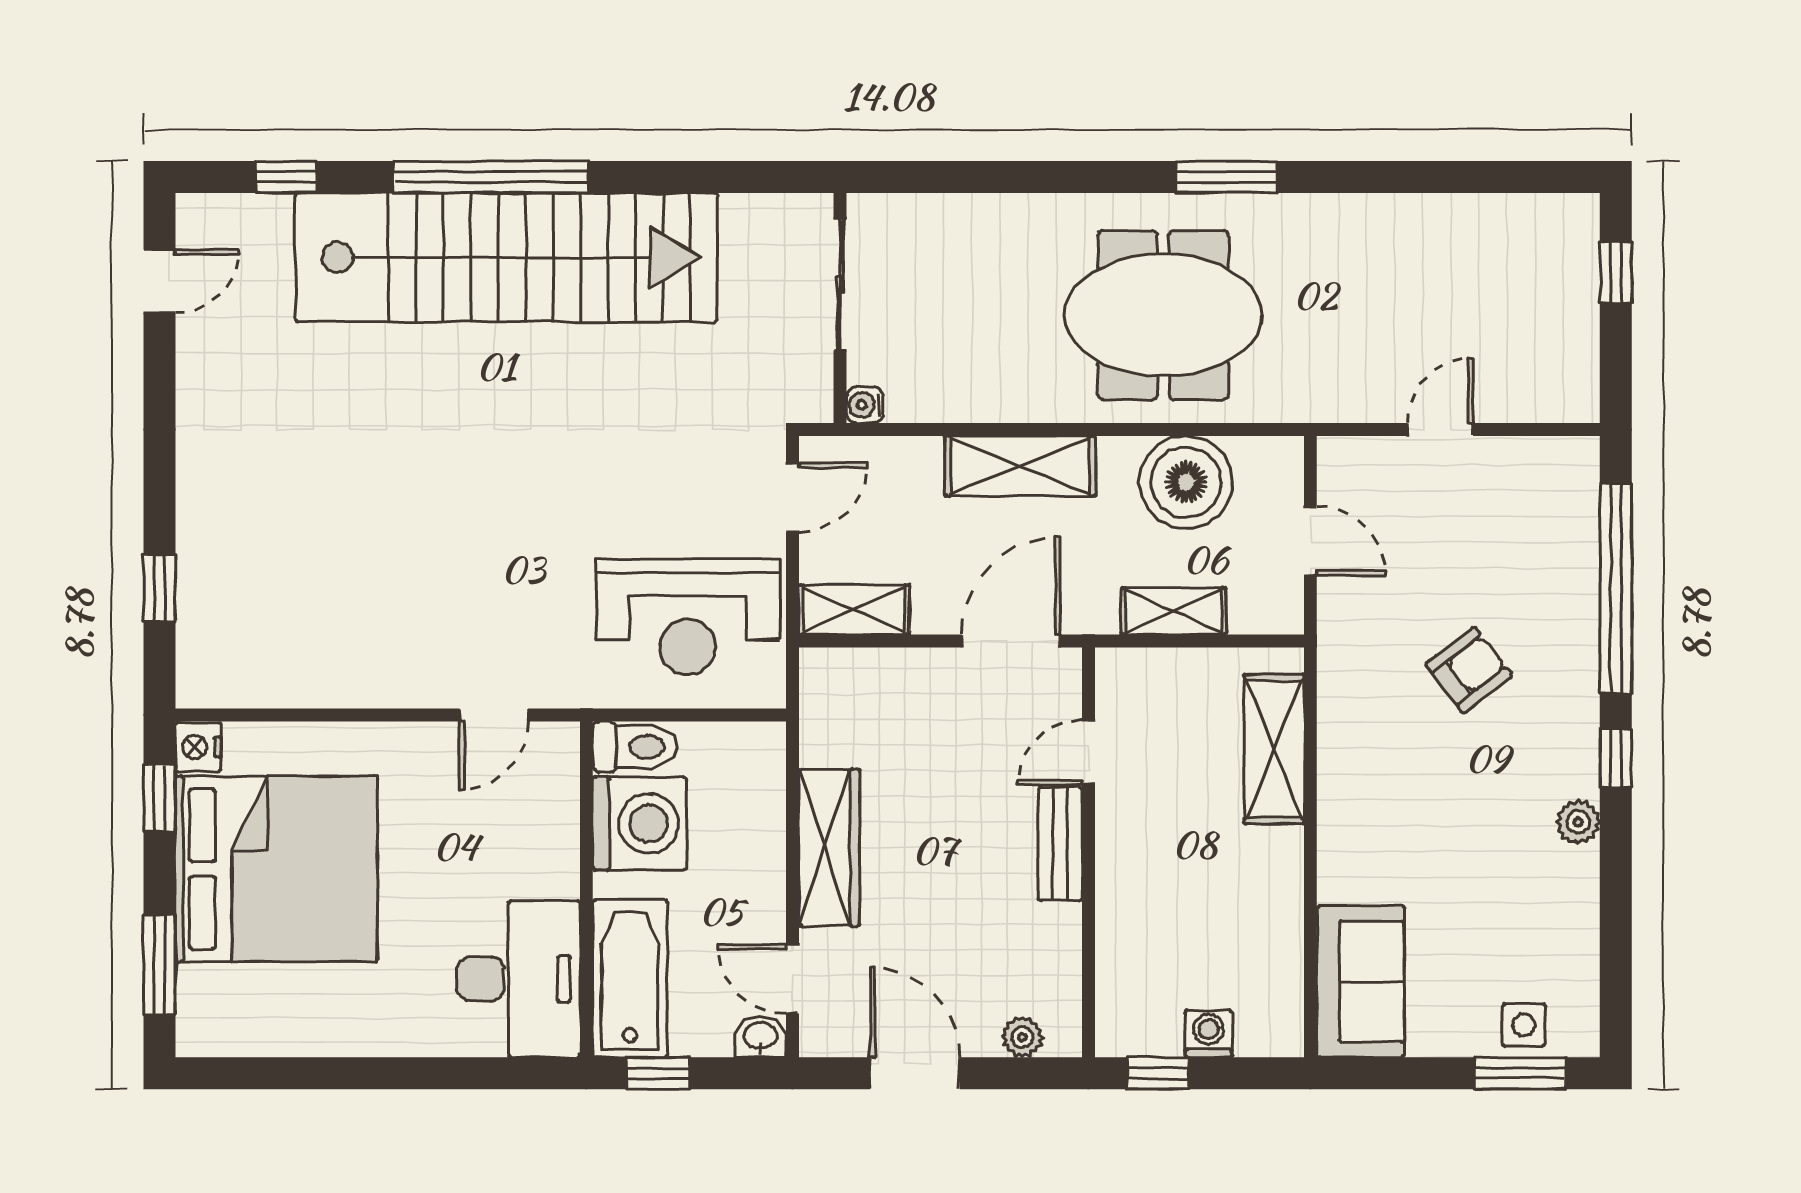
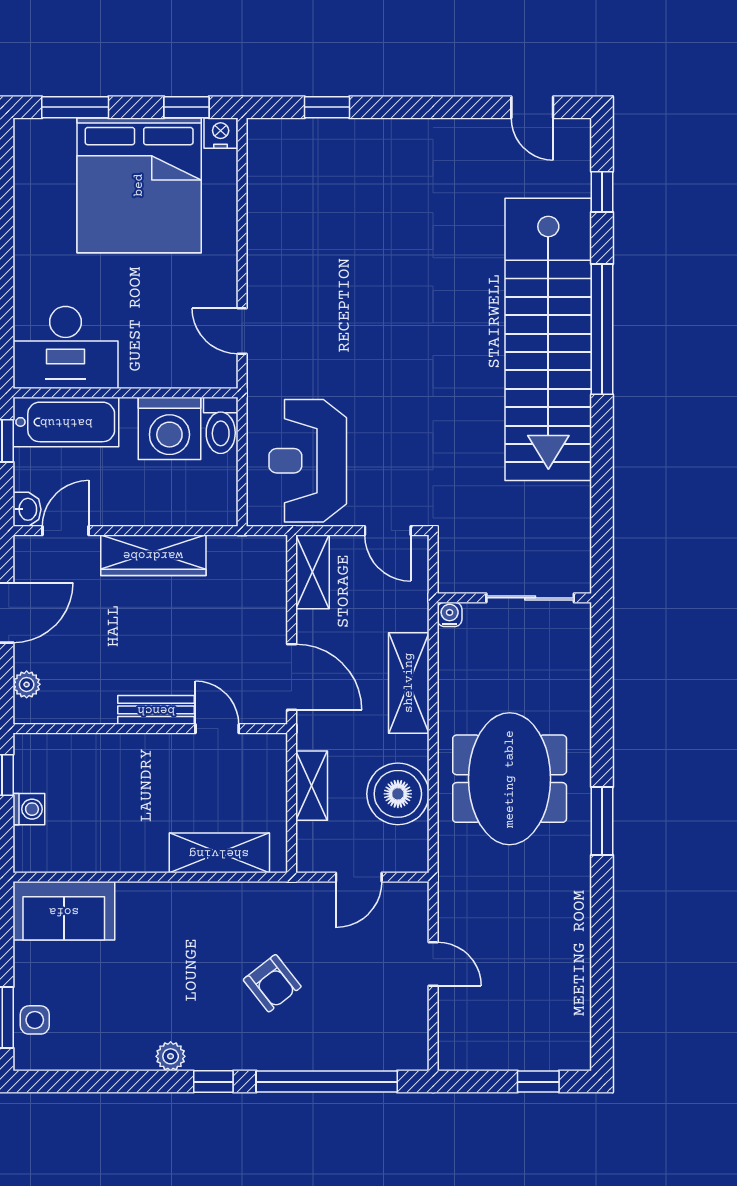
sliding door: (840, 284) -> (530, 598), moved
wall: (840, 308) -> (514, 598), moved
water cooler: (865, 405) -> (450, 614), moved

